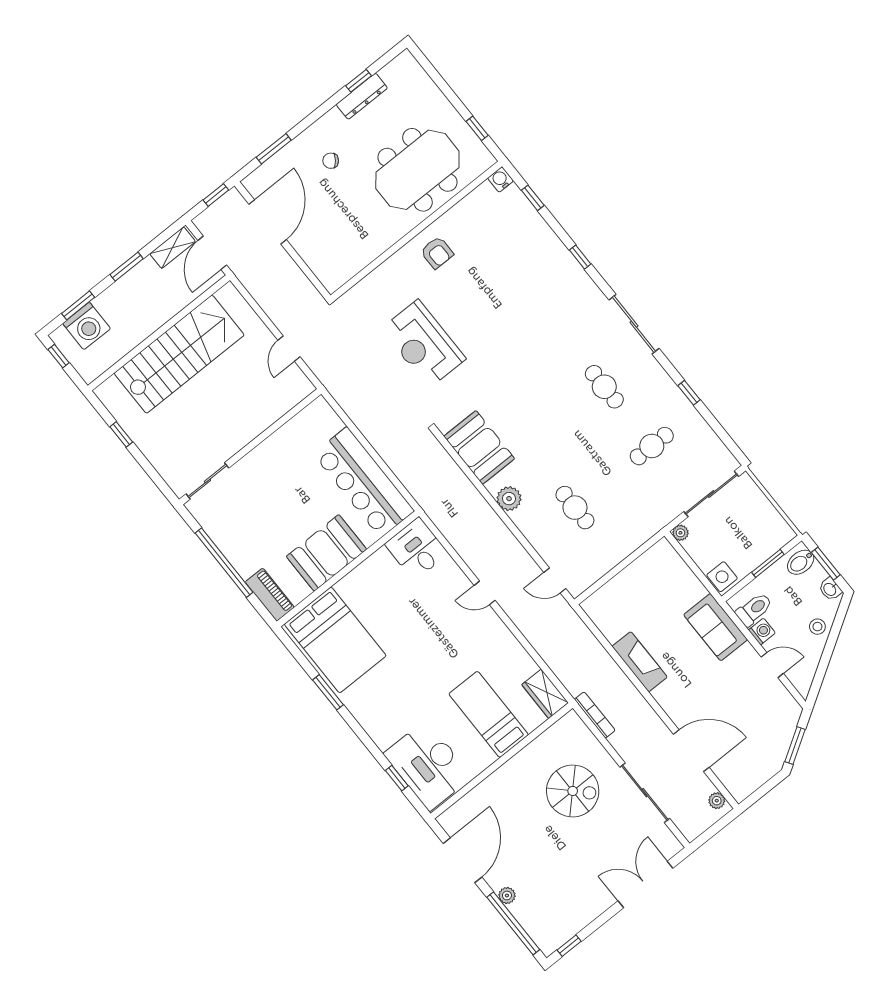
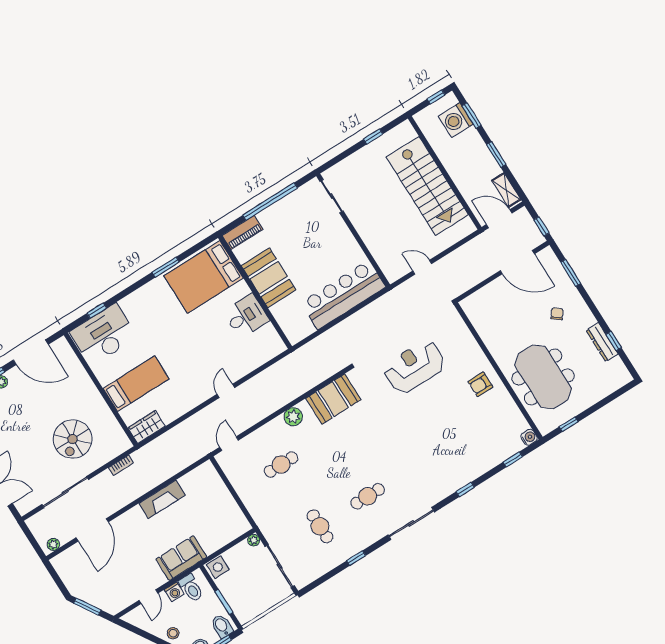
bar counter: (364, 482) -> (343, 295), moved
desk: (417, 549) -> (246, 316), moved
bookcase: (595, 715) -> (121, 465), width x0.64

